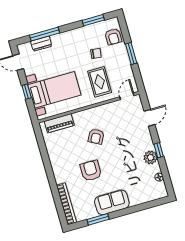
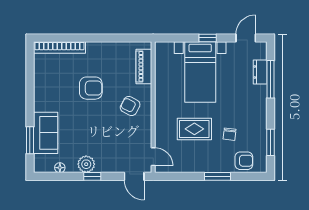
armchair: (113, 37) -> (244, 161), turned 180
door: (127, 96) -> (153, 157), moved
wall: (89, 107) -> (153, 107), moved
piano: (59, 123) -> (144, 66), moved
sofa: (112, 202) -> (46, 133), moved
window: (98, 219) -> (30, 140), moved

